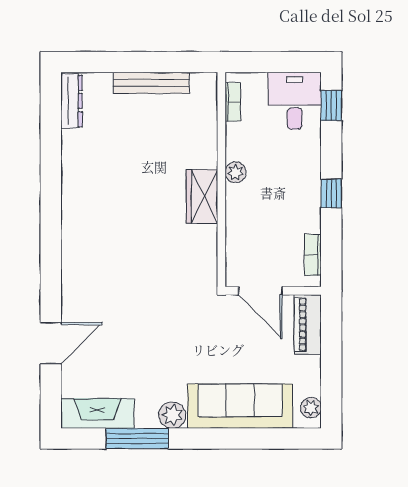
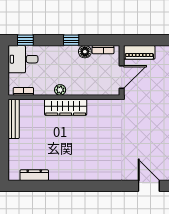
bench: (151, 83) -> (14, 119), moved
dresser: (72, 101) -> (34, 175), moved
wardrobe: (202, 196) -> (66, 107), width x1.50
floor lamp: (309, 220) -> (85, 52), added

